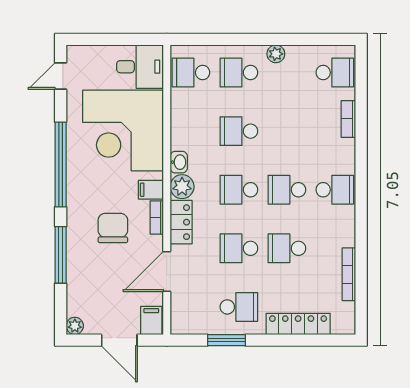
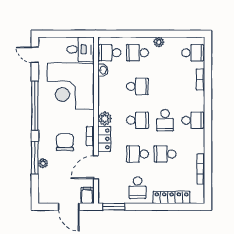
door: (61, 76) -> (35, 55), hinge flipped
school desk: (239, 131) -> (137, 86), turned 180
washbasin: (179, 162) -> (103, 70), moved
filing cabinet: (151, 190) -> (87, 120), removed
school desk: (239, 190) -> (137, 120), turned 180
school desk: (287, 190) -> (165, 120), turned -90
school desk: (239, 307) -> (137, 188), turned 90
plant: (75, 326) -> (43, 163), moved
window: (226, 340) -> (114, 207), moved

